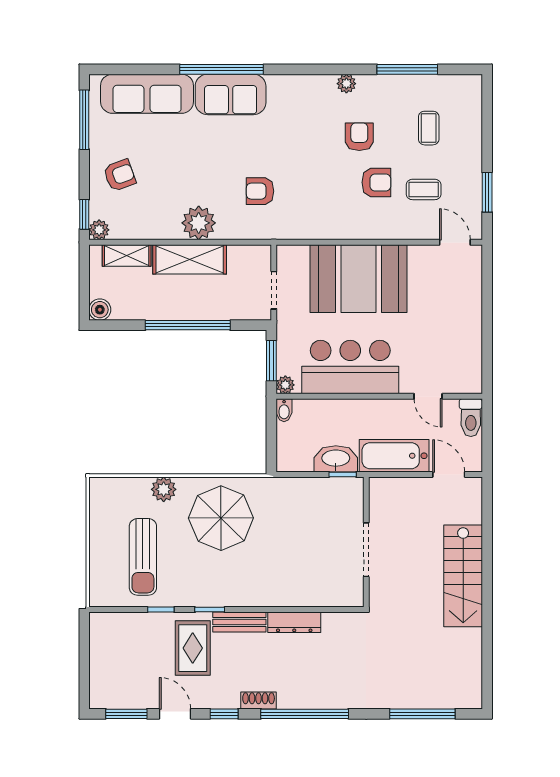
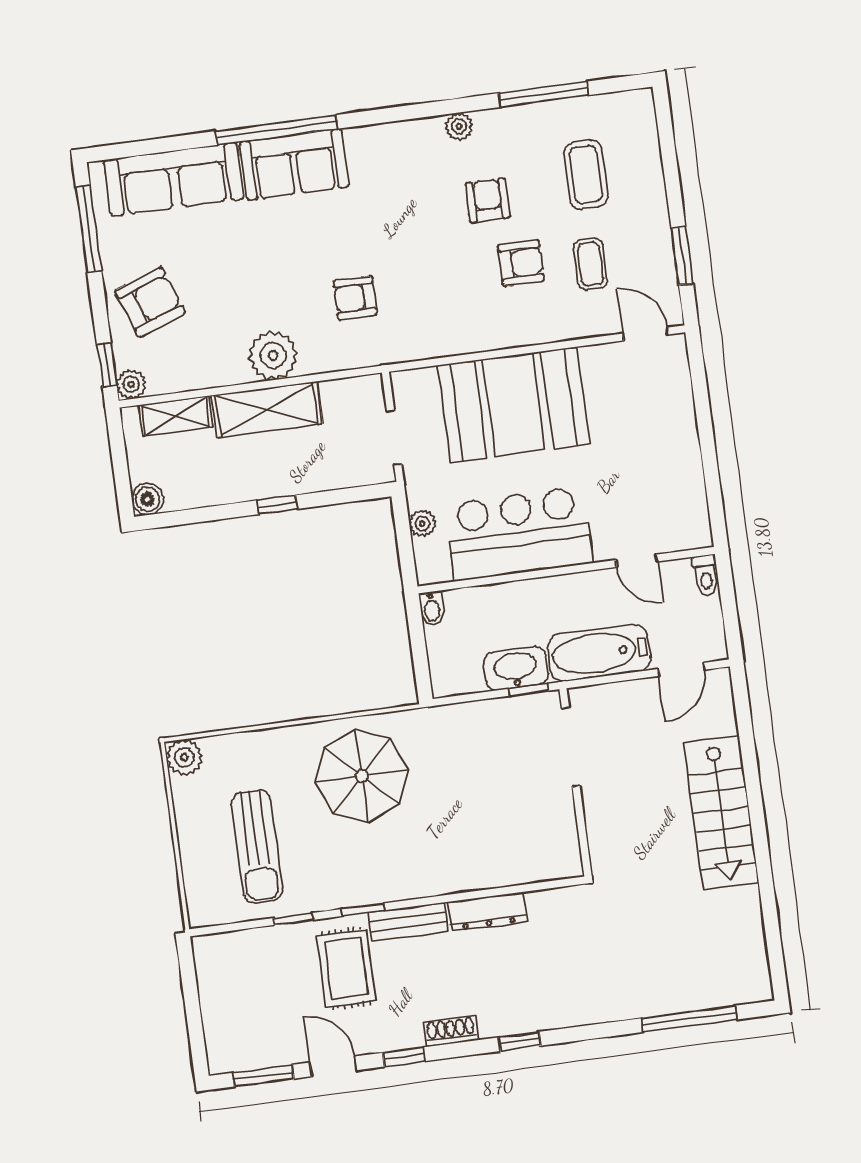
coffee table: (429, 128) -> (586, 175), width x1.36, depth x1.30
armchair: (120, 175) -> (150, 302), width x1.38, depth x1.38
coffee table: (424, 189) -> (590, 264), turned 90
window: (188, 325) -> (277, 505), width x0.32
window: (271, 361) -> (404, 540), removed
plant: (285, 385) -> (422, 524), moved
toilet: (471, 418) -> (706, 575), width x0.73, depth x0.72
door: (449, 474) -> (681, 669), swing flipped
plant: (164, 489) -> (184, 757), moved
doorway: (366, 550) -> (571, 747), moved
window: (305, 714) -> (520, 1041), width x0.32

